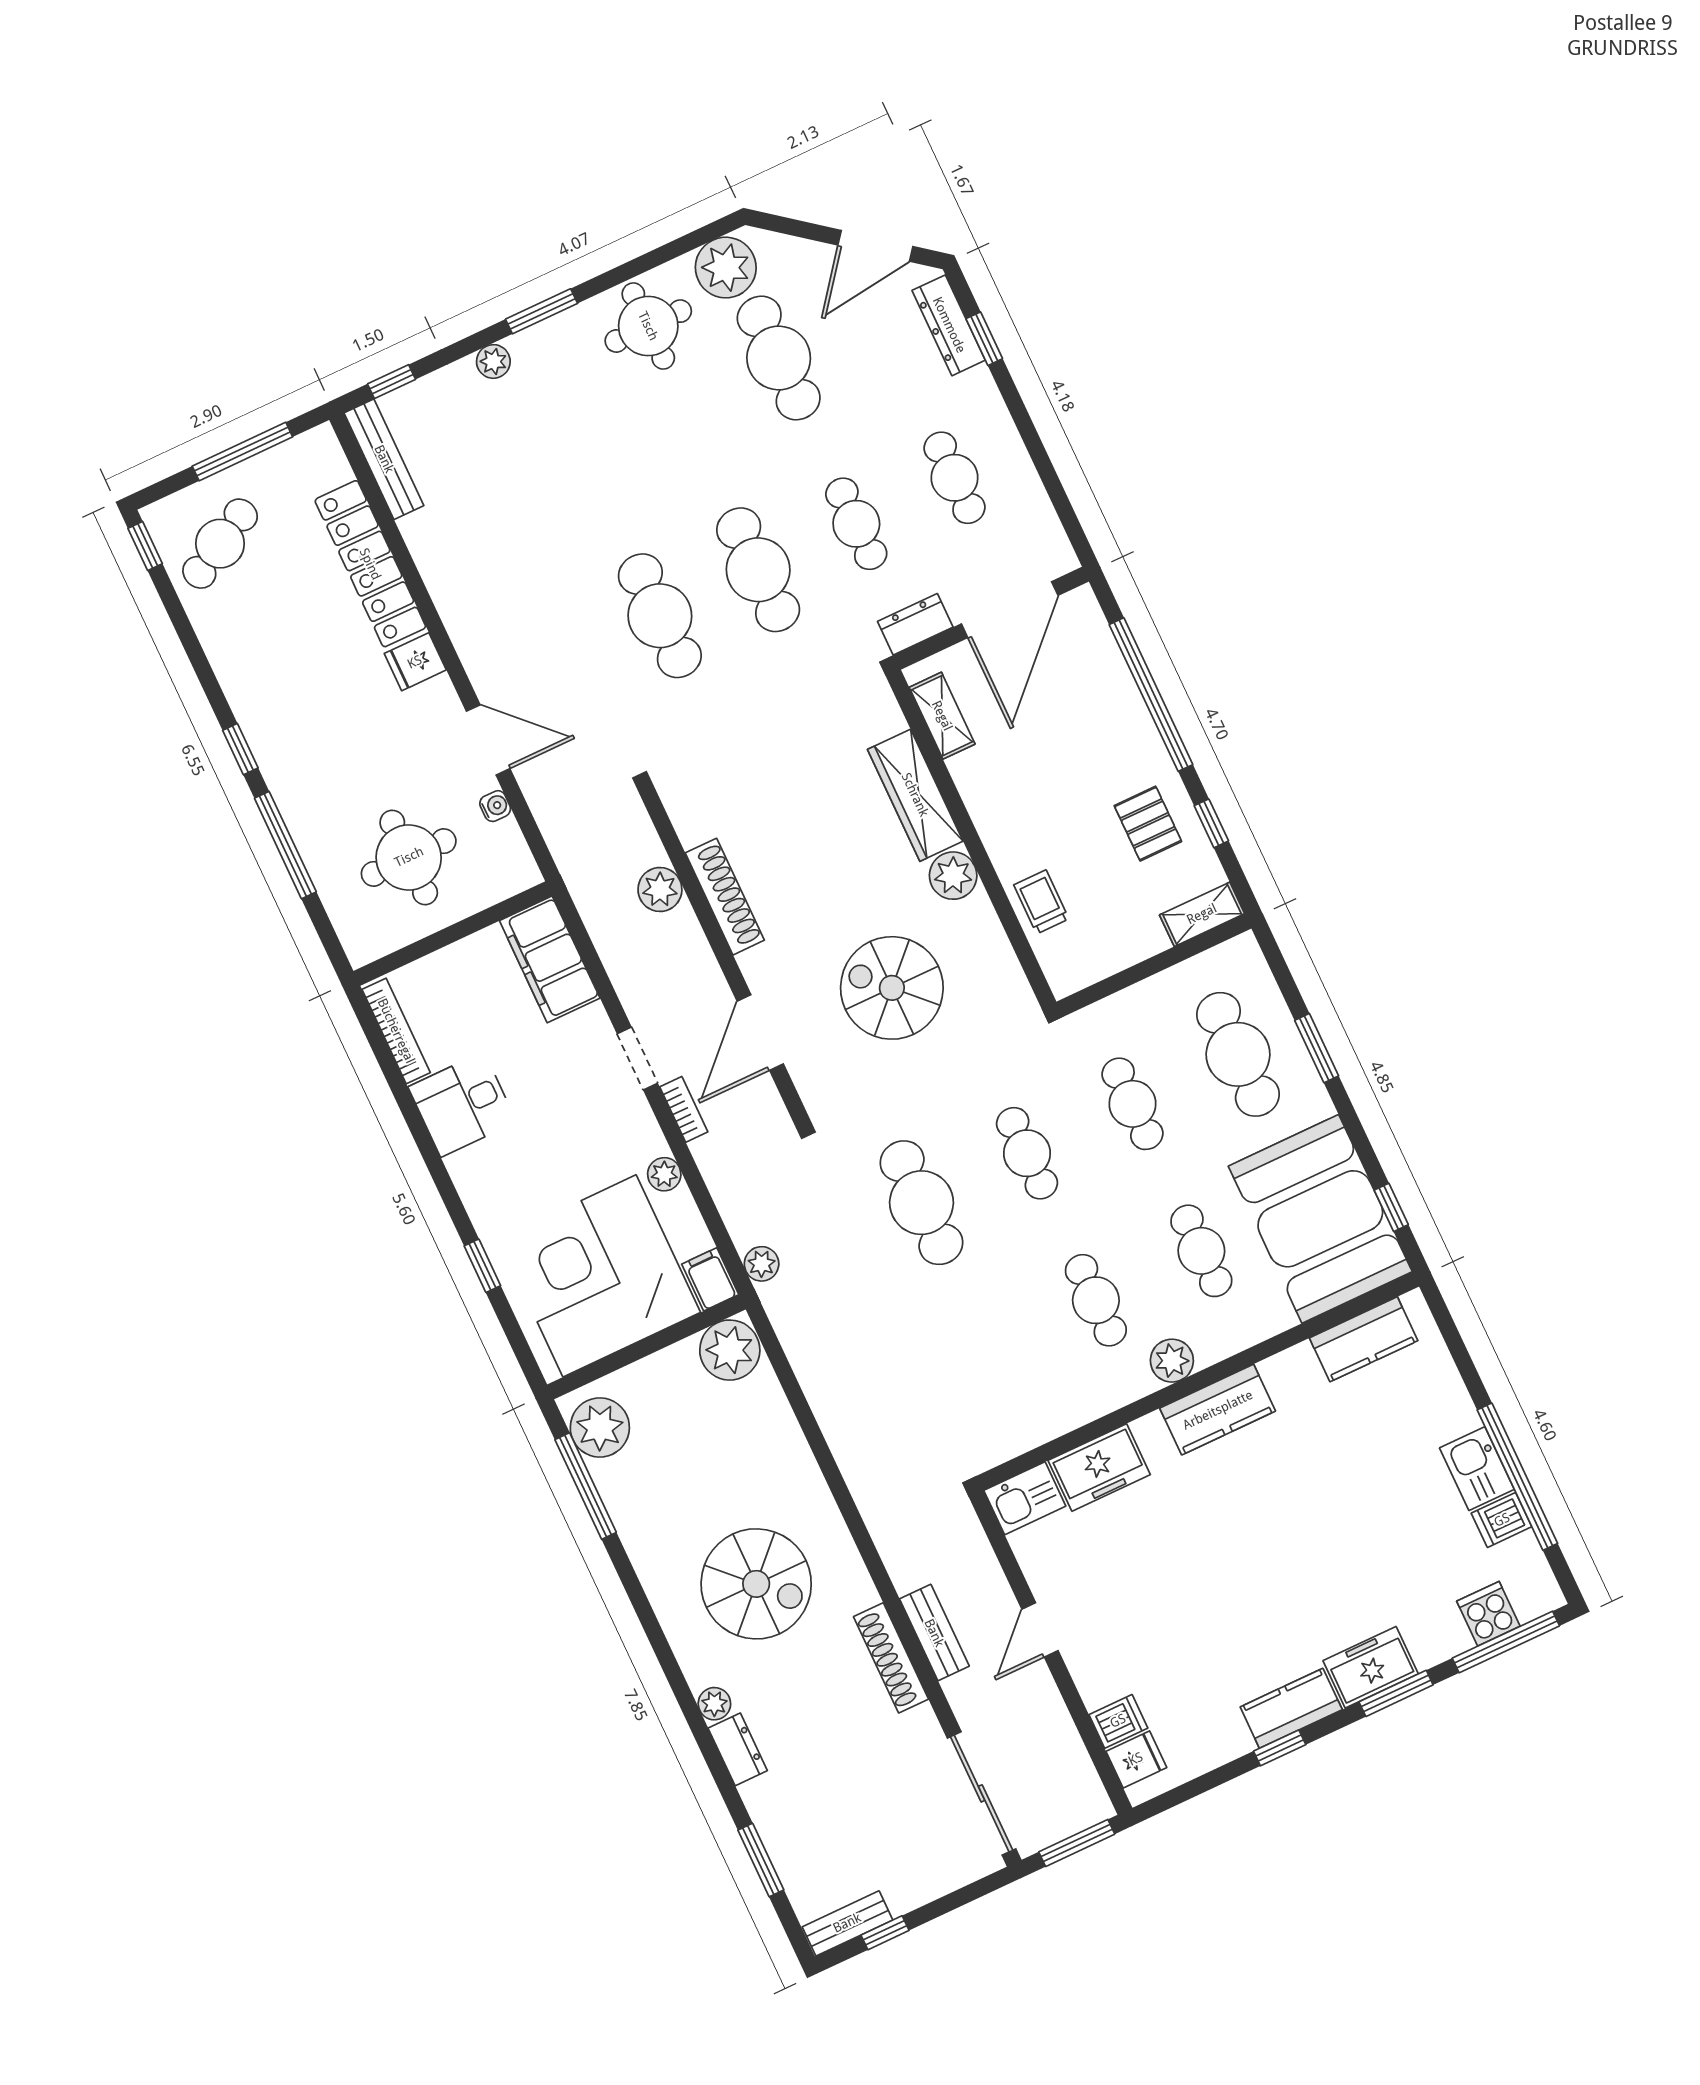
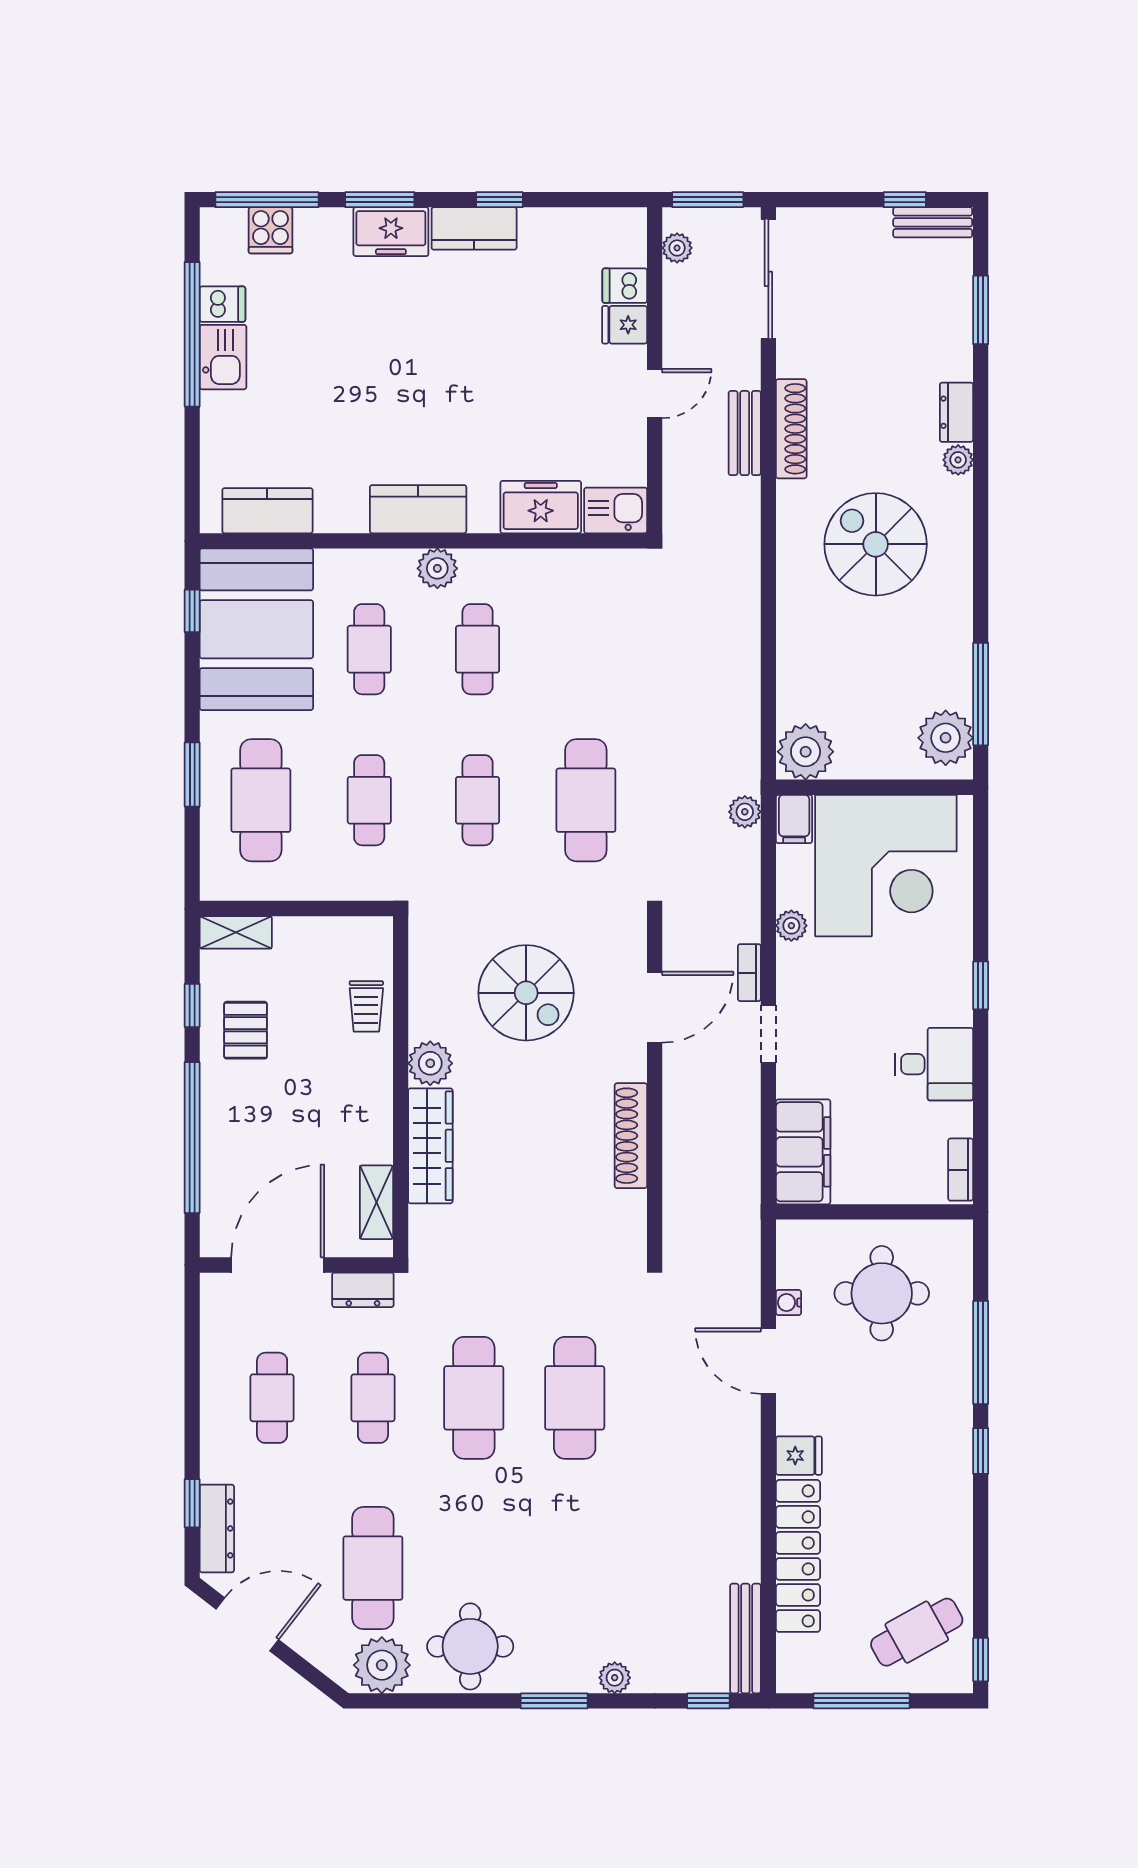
plant: (660, 889) -> (677, 248), moved, width x0.73, depth x0.73
bookcase: (396, 1031) -> (961, 1170), width x0.64
window: (482, 1266) -> (981, 985), moved
fridge: (1136, 1759) -> (625, 325), moved

